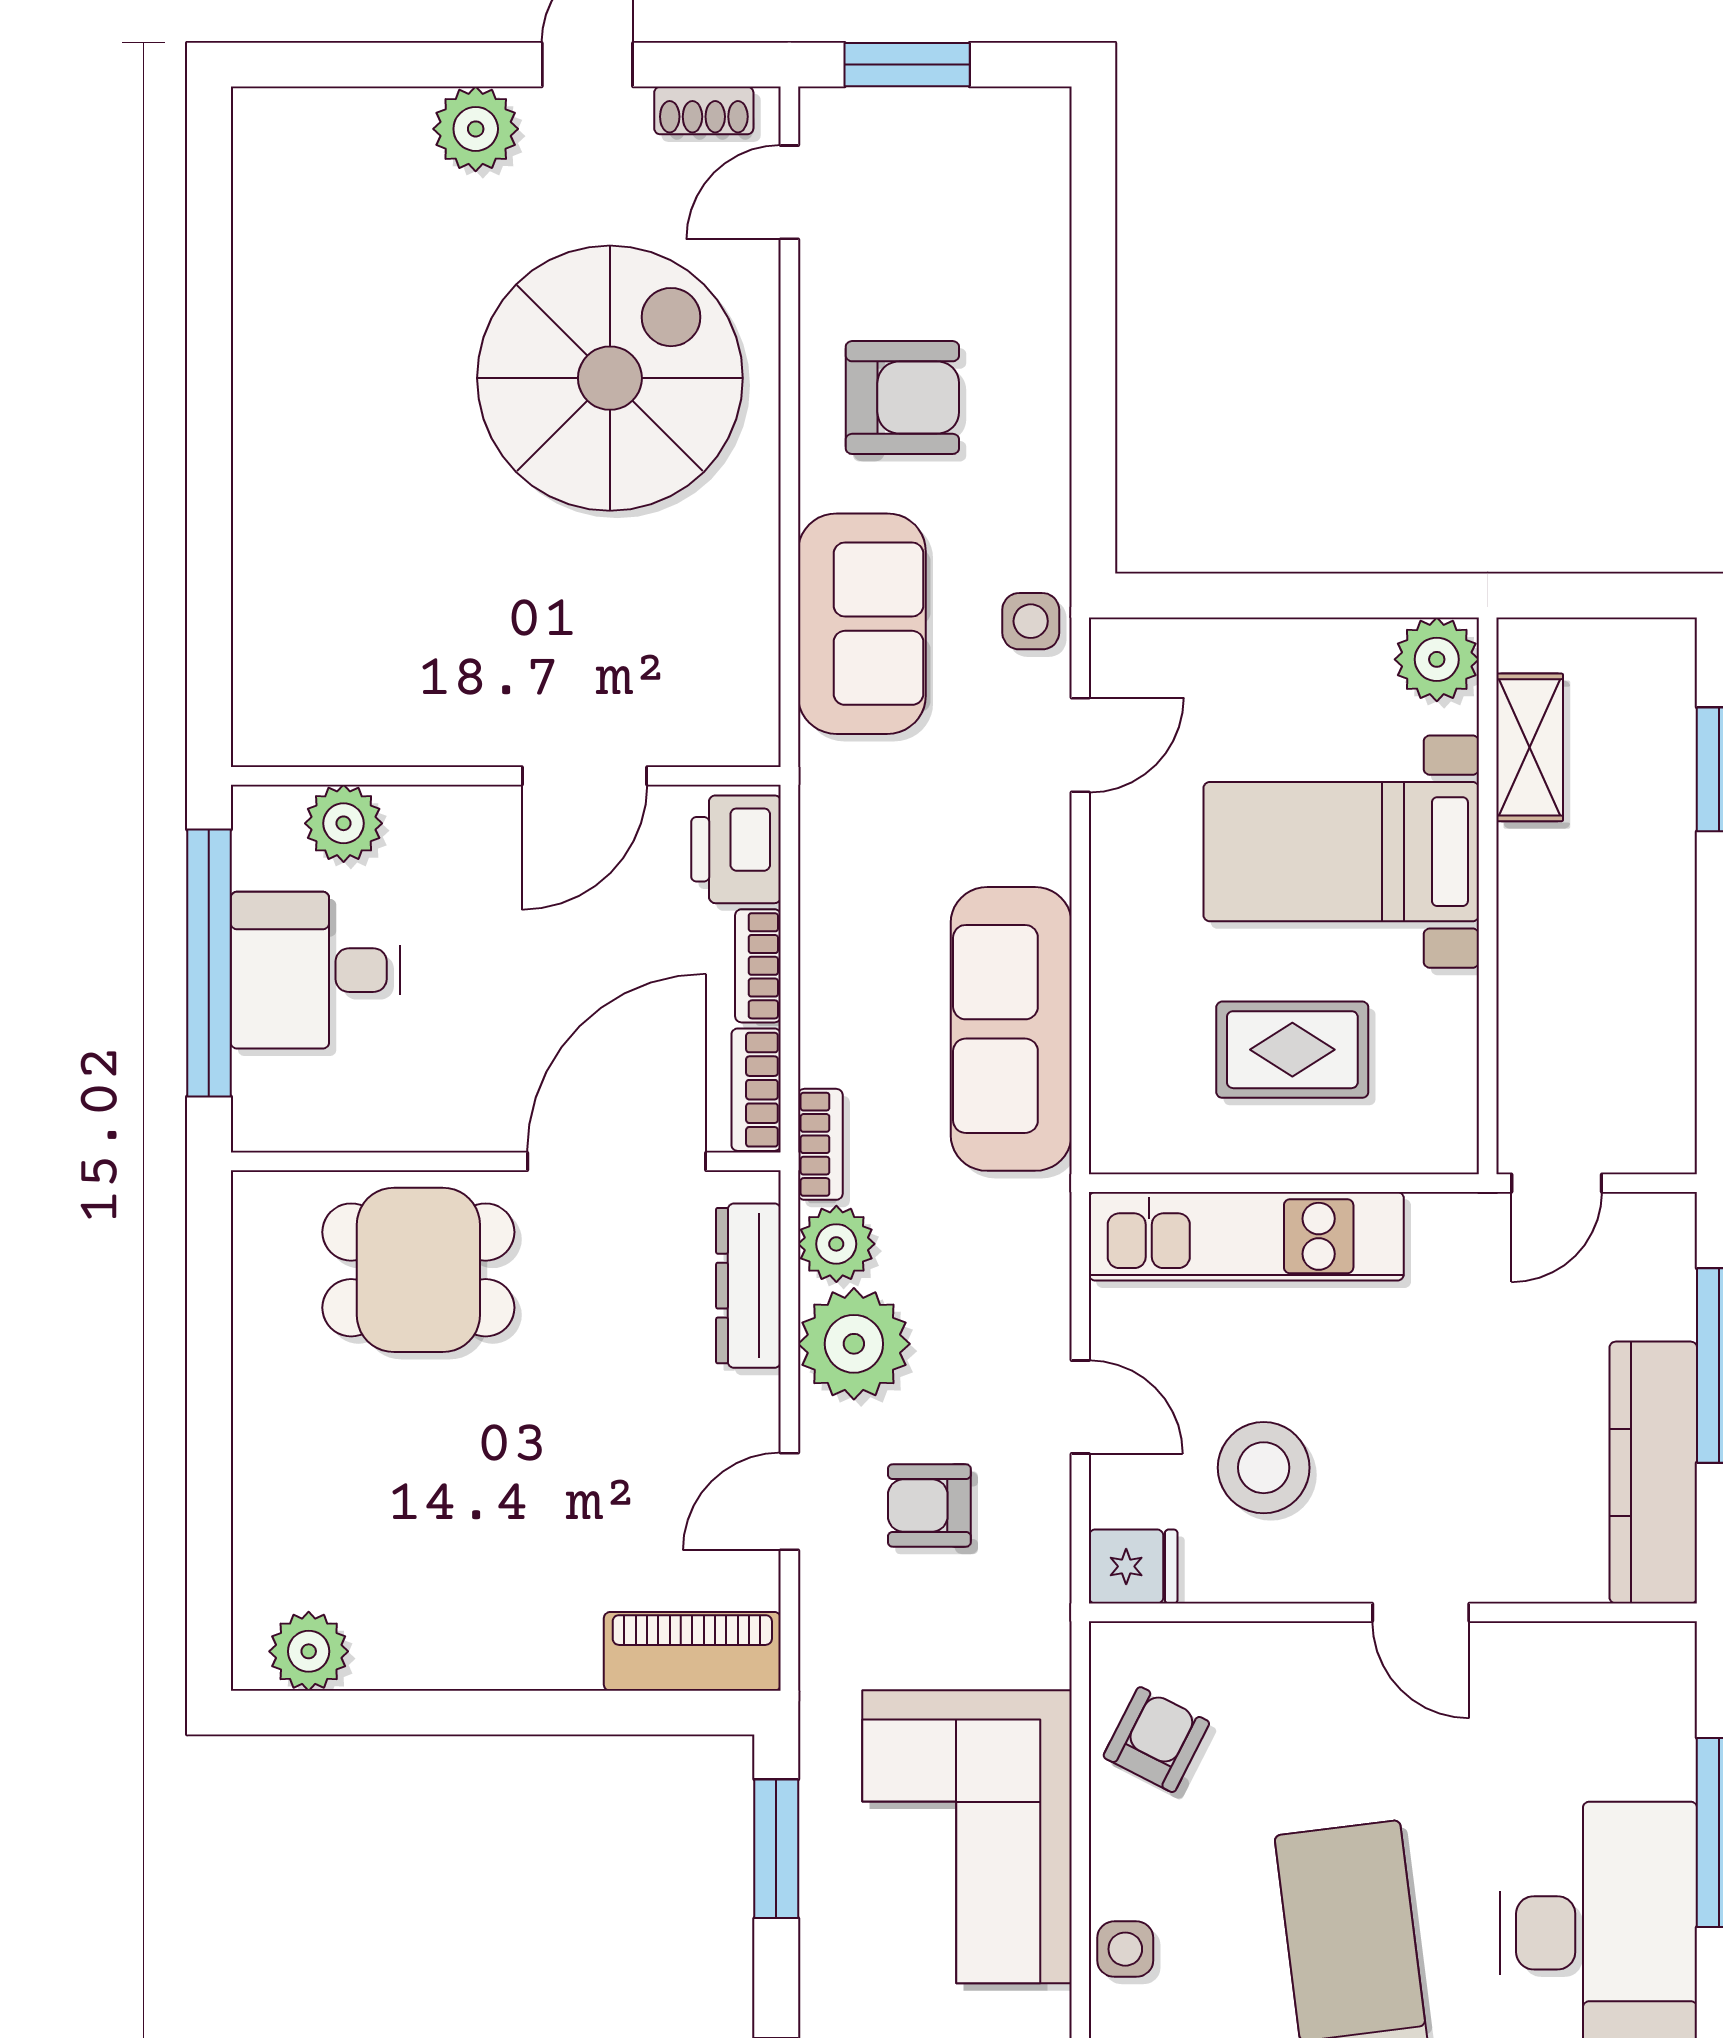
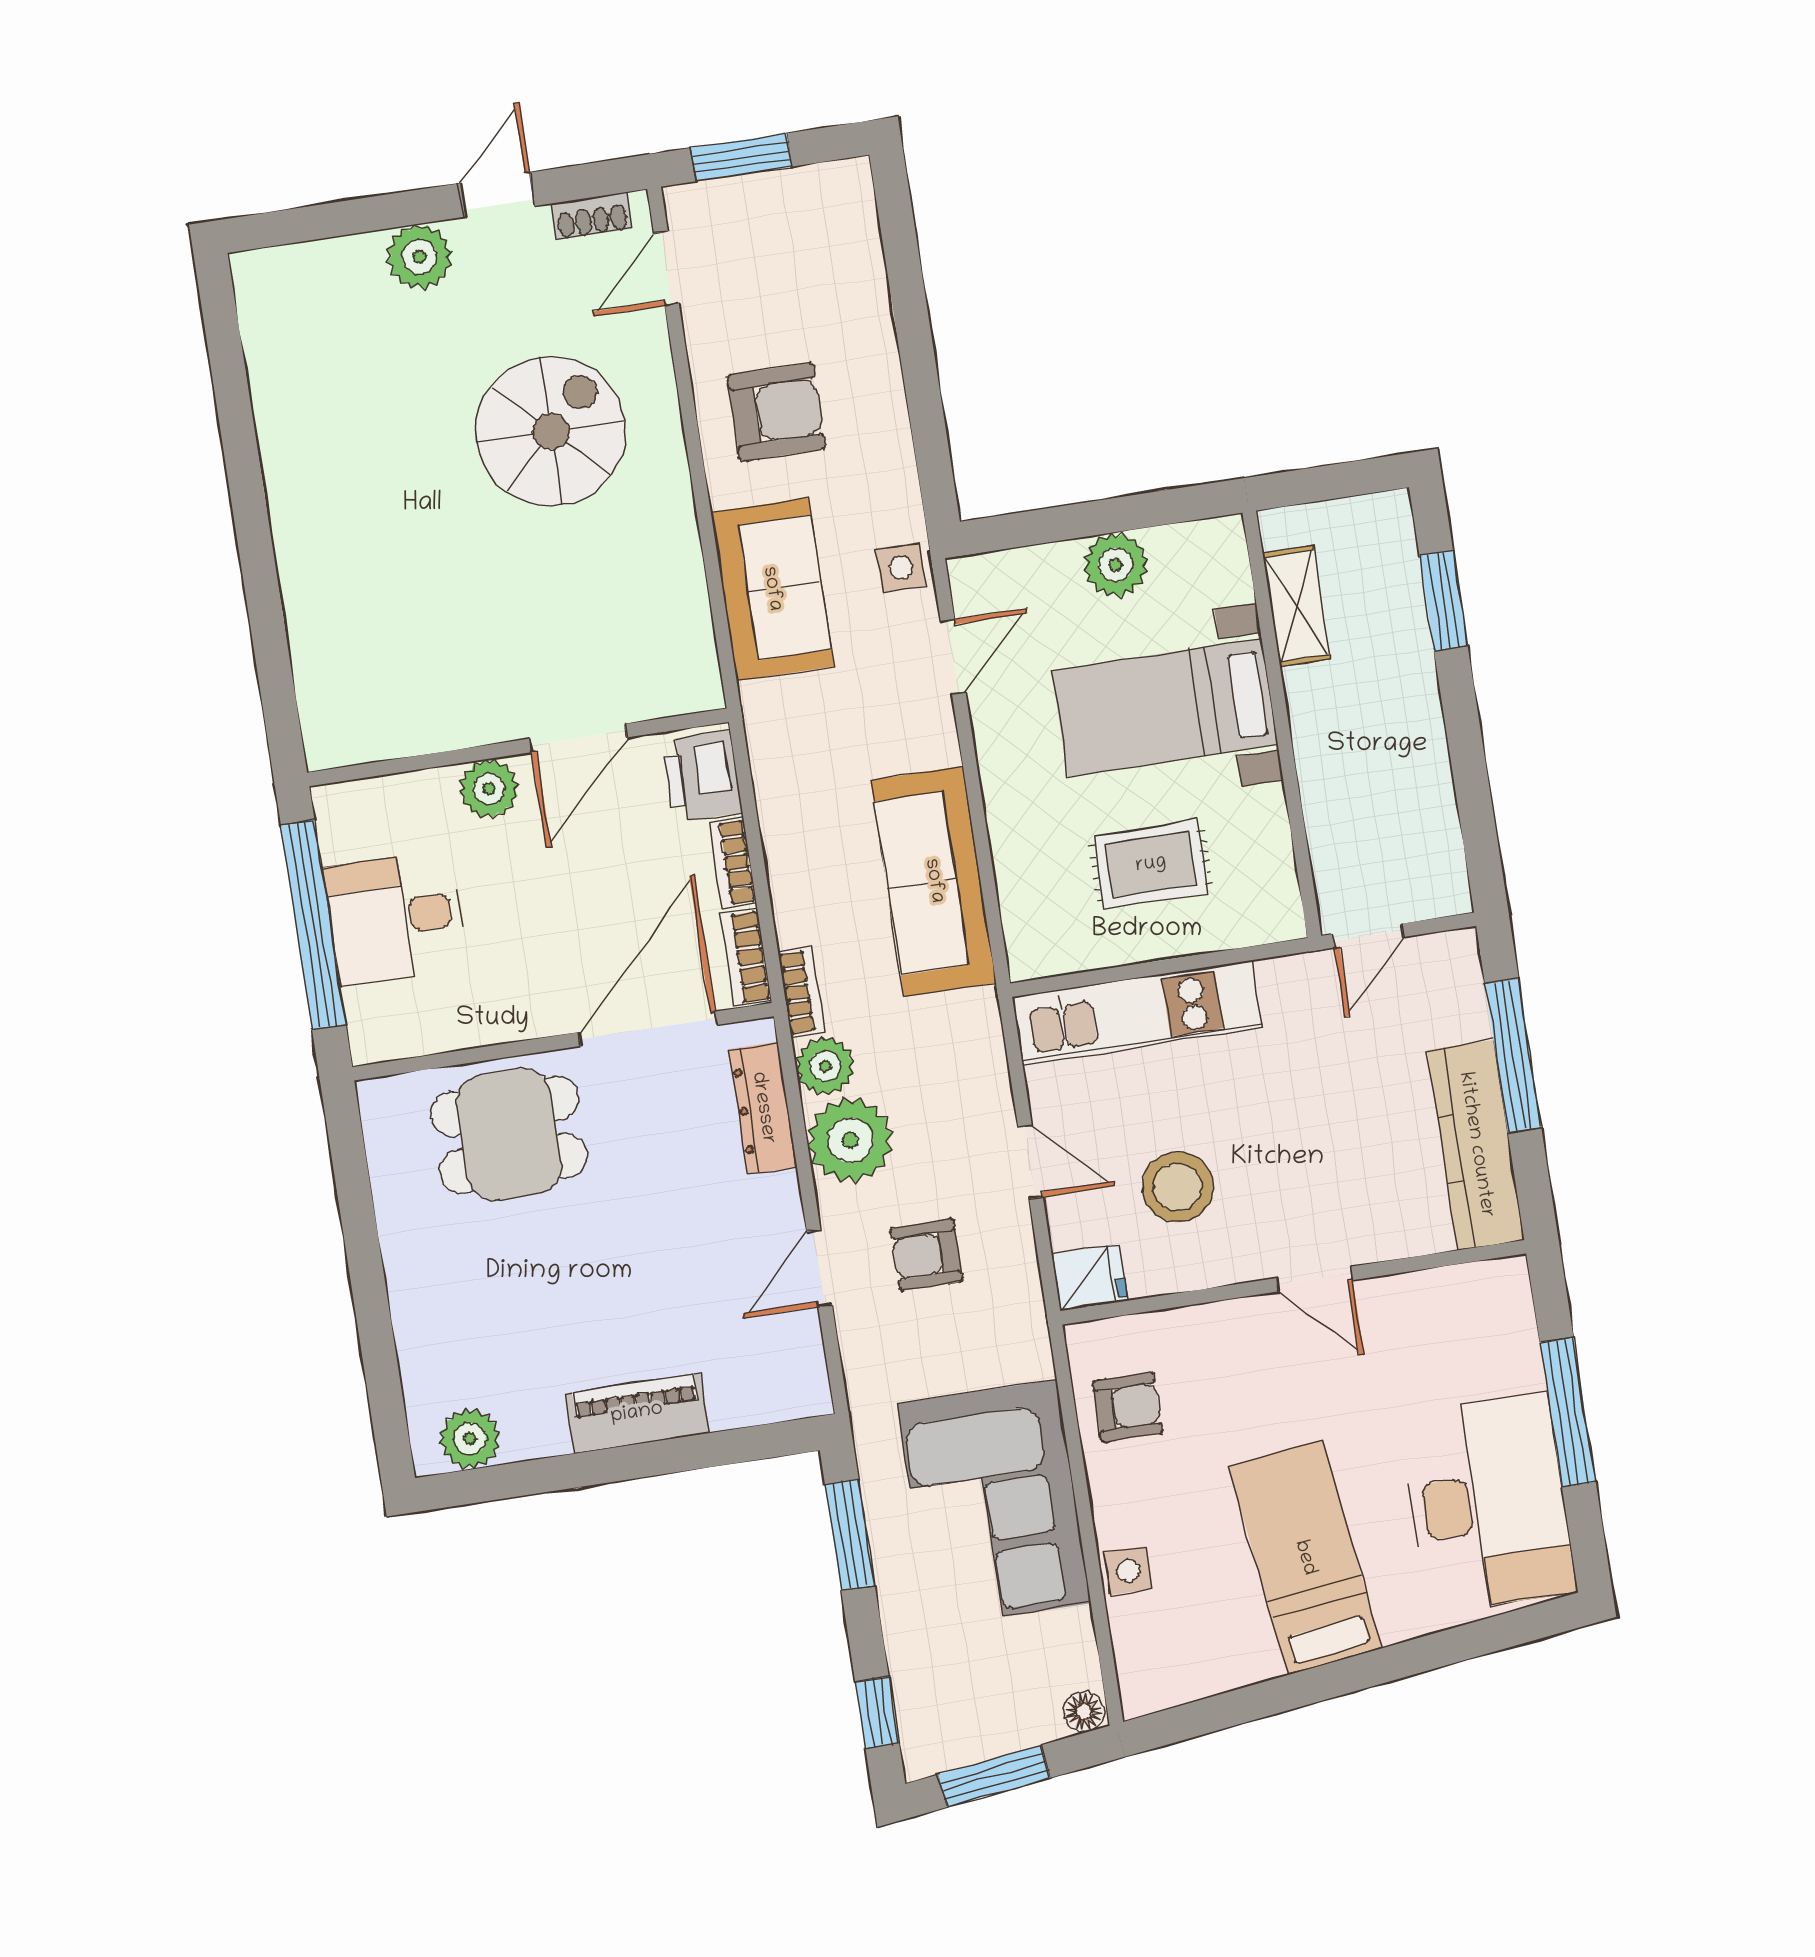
spiral stairs: (610, 378) -> (551, 431), width x0.73, depth x0.73
plant: (1437, 659) -> (1116, 565), moved
plant: (344, 823) -> (489, 789), moved
piano: (692, 1651) -> (637, 1413), moved
armchair: (1156, 1740) -> (1127, 1407), turned 63

